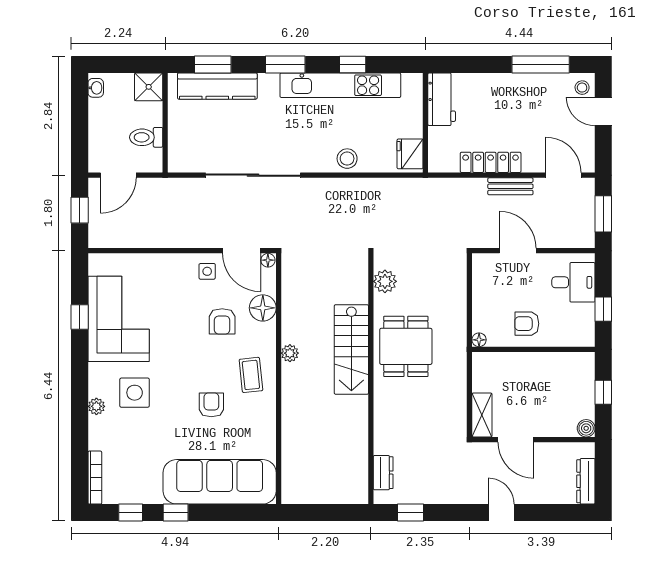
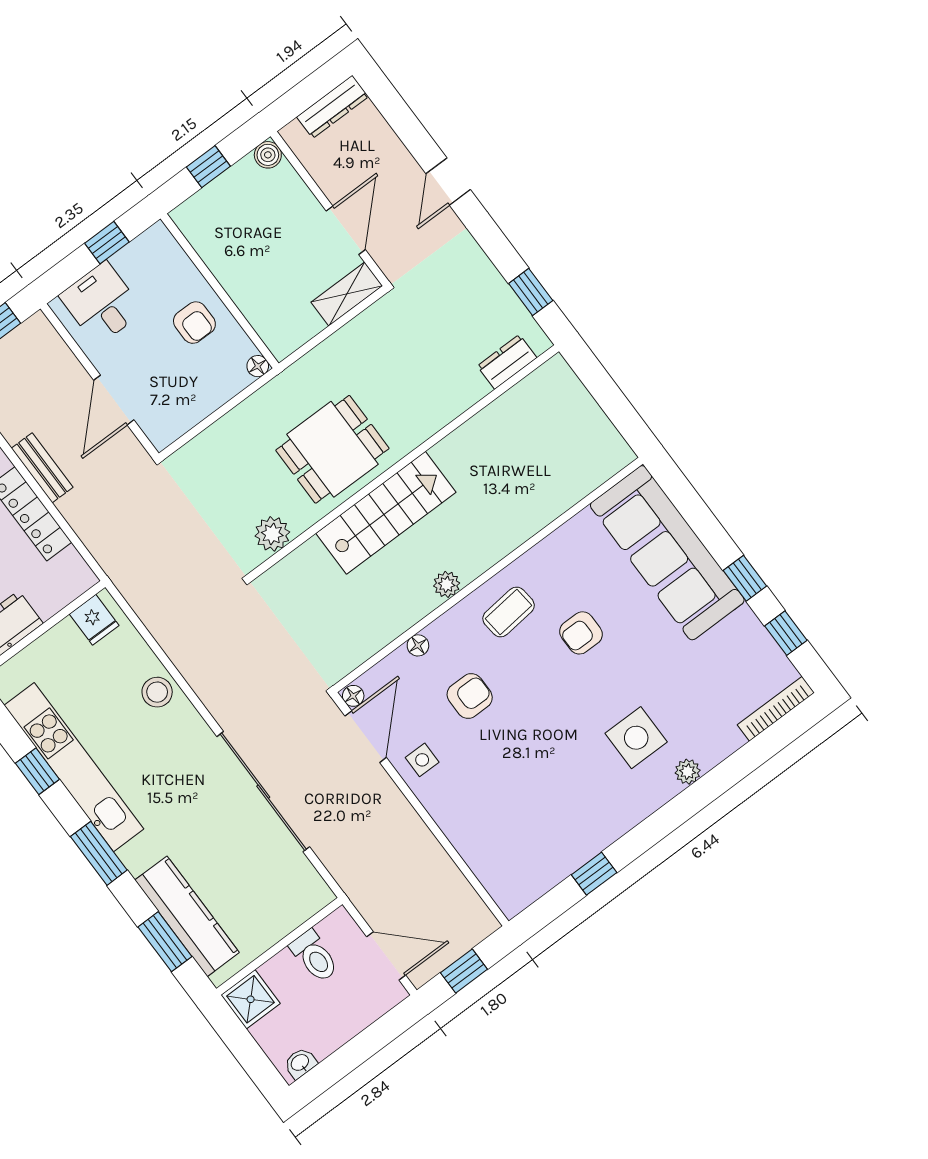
fridge: (410, 154) -> (94, 620), width x0.72
floor lamp: (263, 308) -> (418, 645), width x0.53, depth x0.53
corner sofa: (119, 319) -> (561, 824), removed

